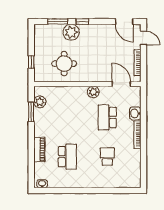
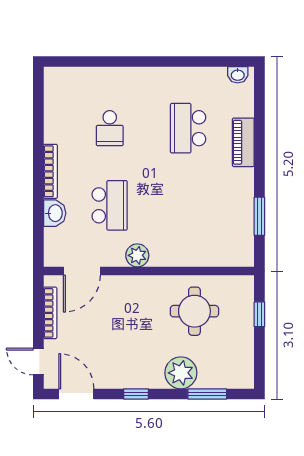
window: (82, 22) -> (136, 394), moved
door: (121, 84) -> (82, 271), hinge flipped
plant: (40, 102) -> (242, 236), removed

